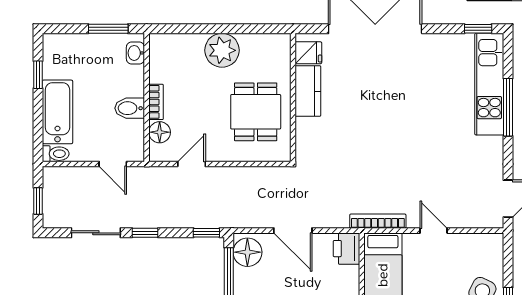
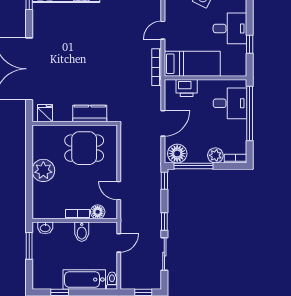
kitchen counter: (308, 91) -> (90, 113), moved
printer: (346, 249) -> (187, 88), moved

